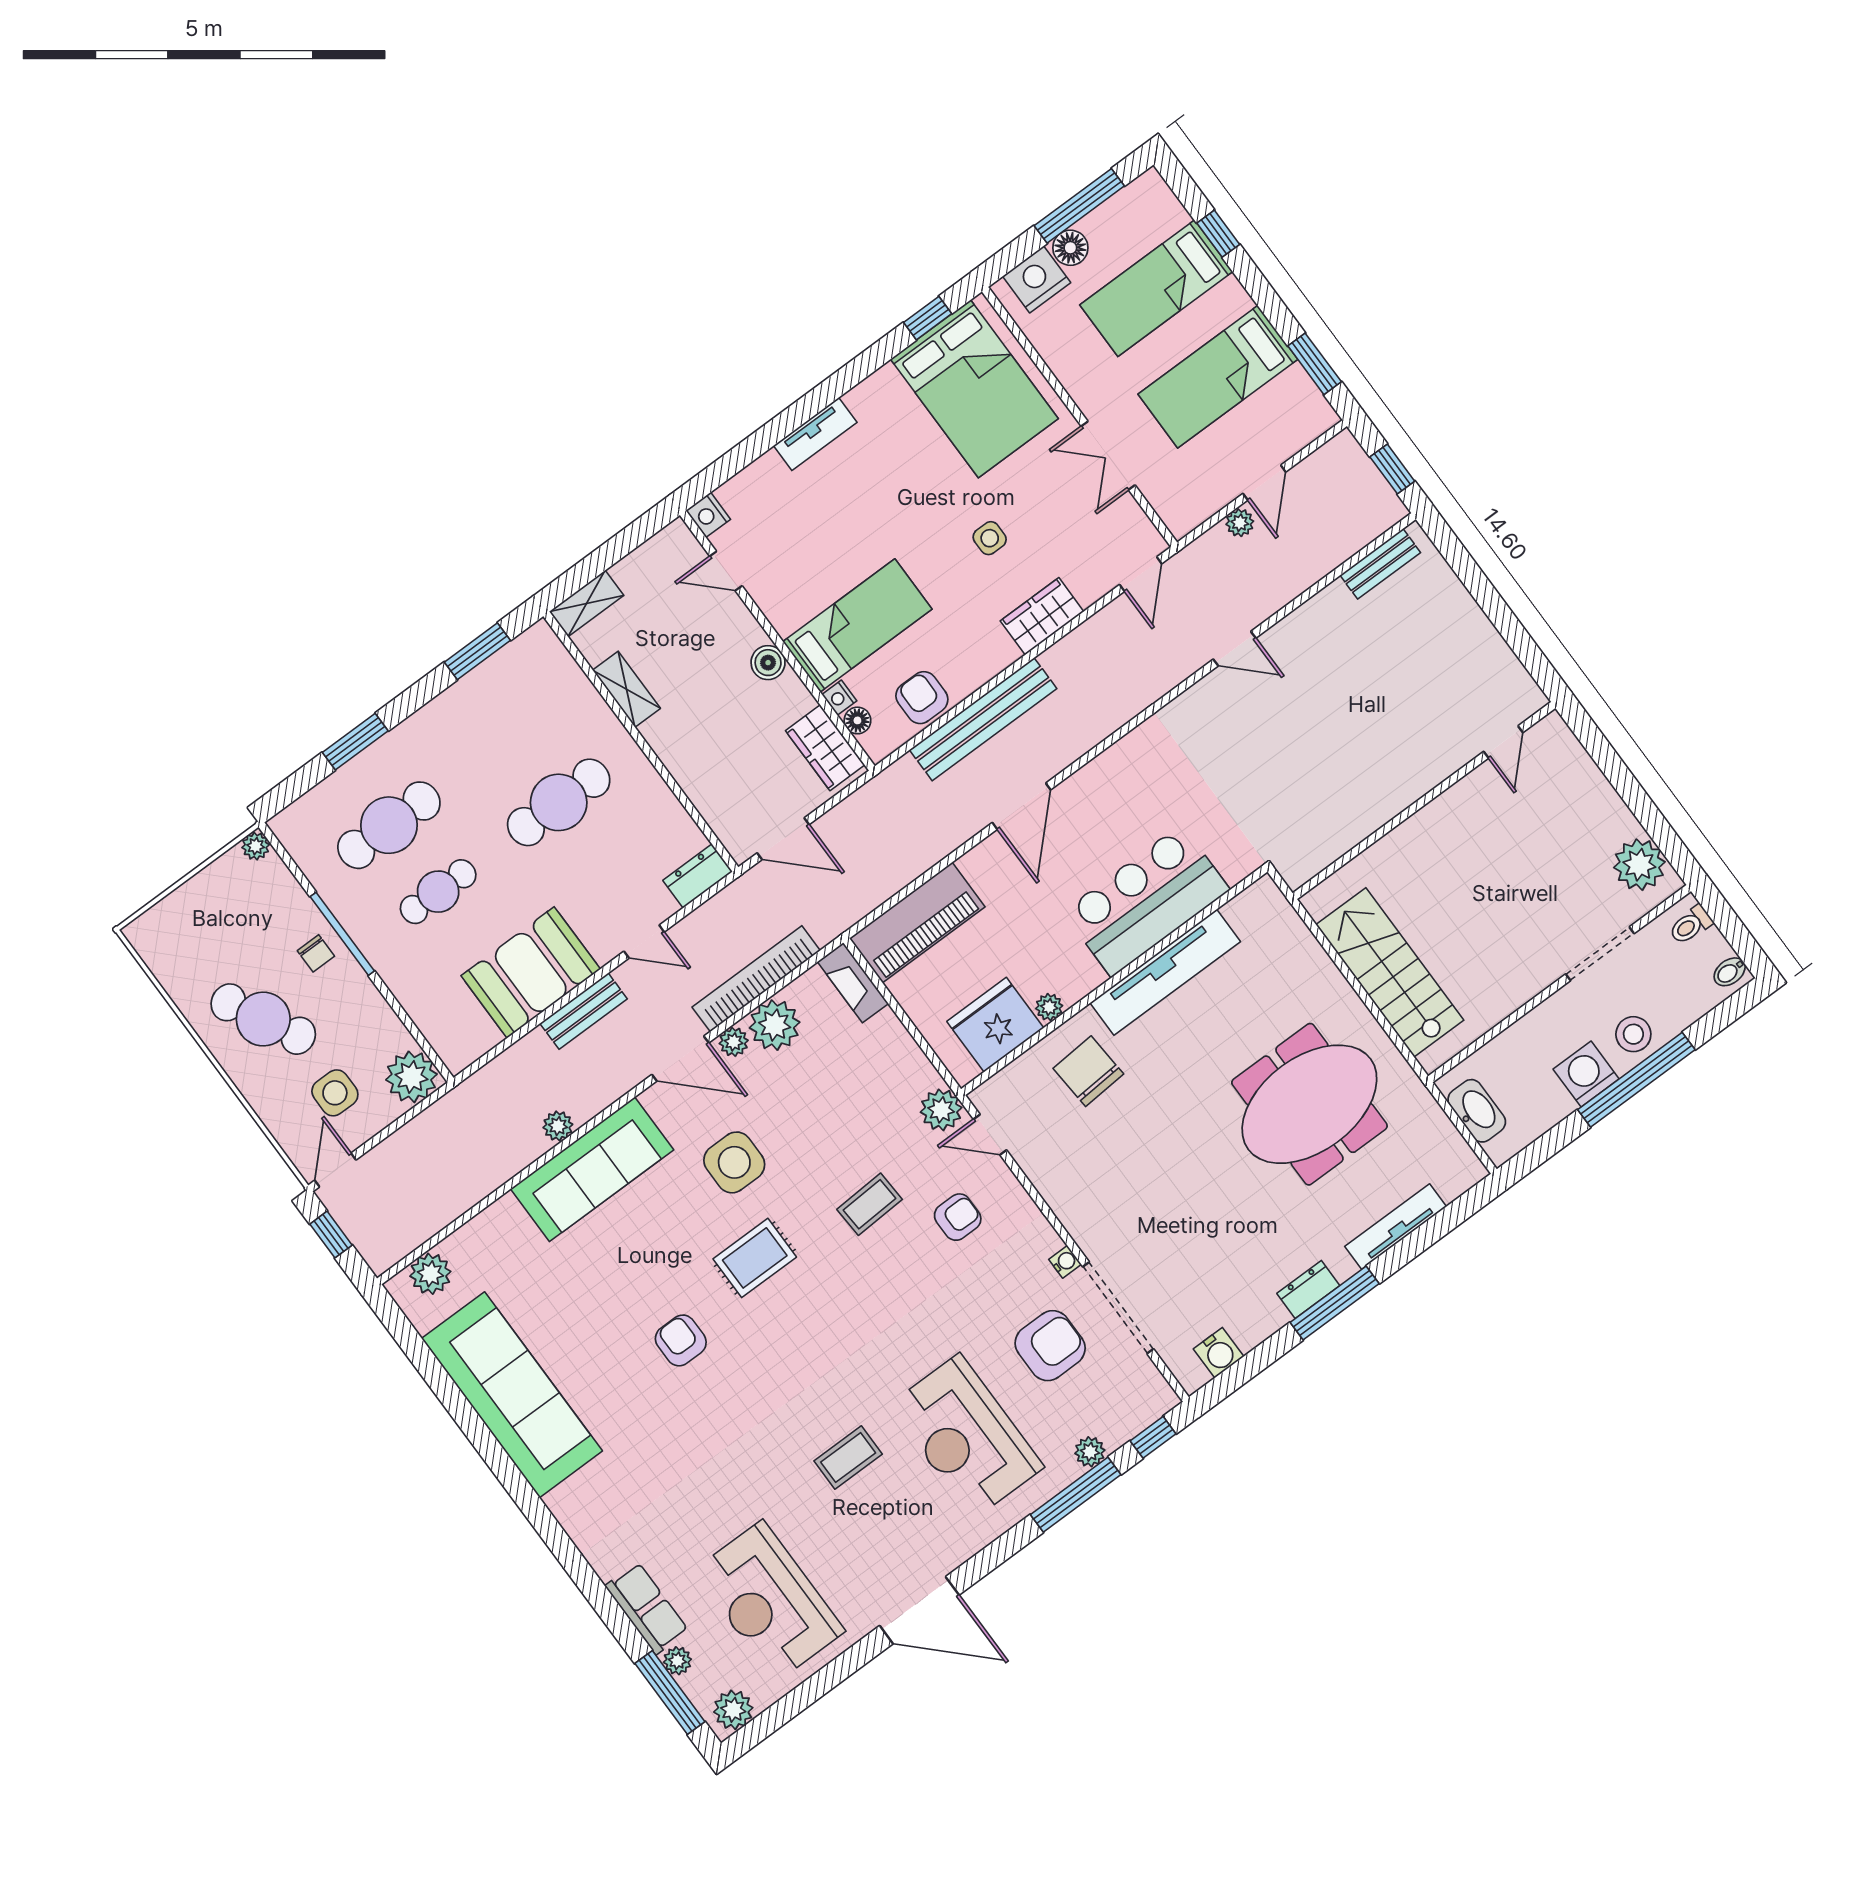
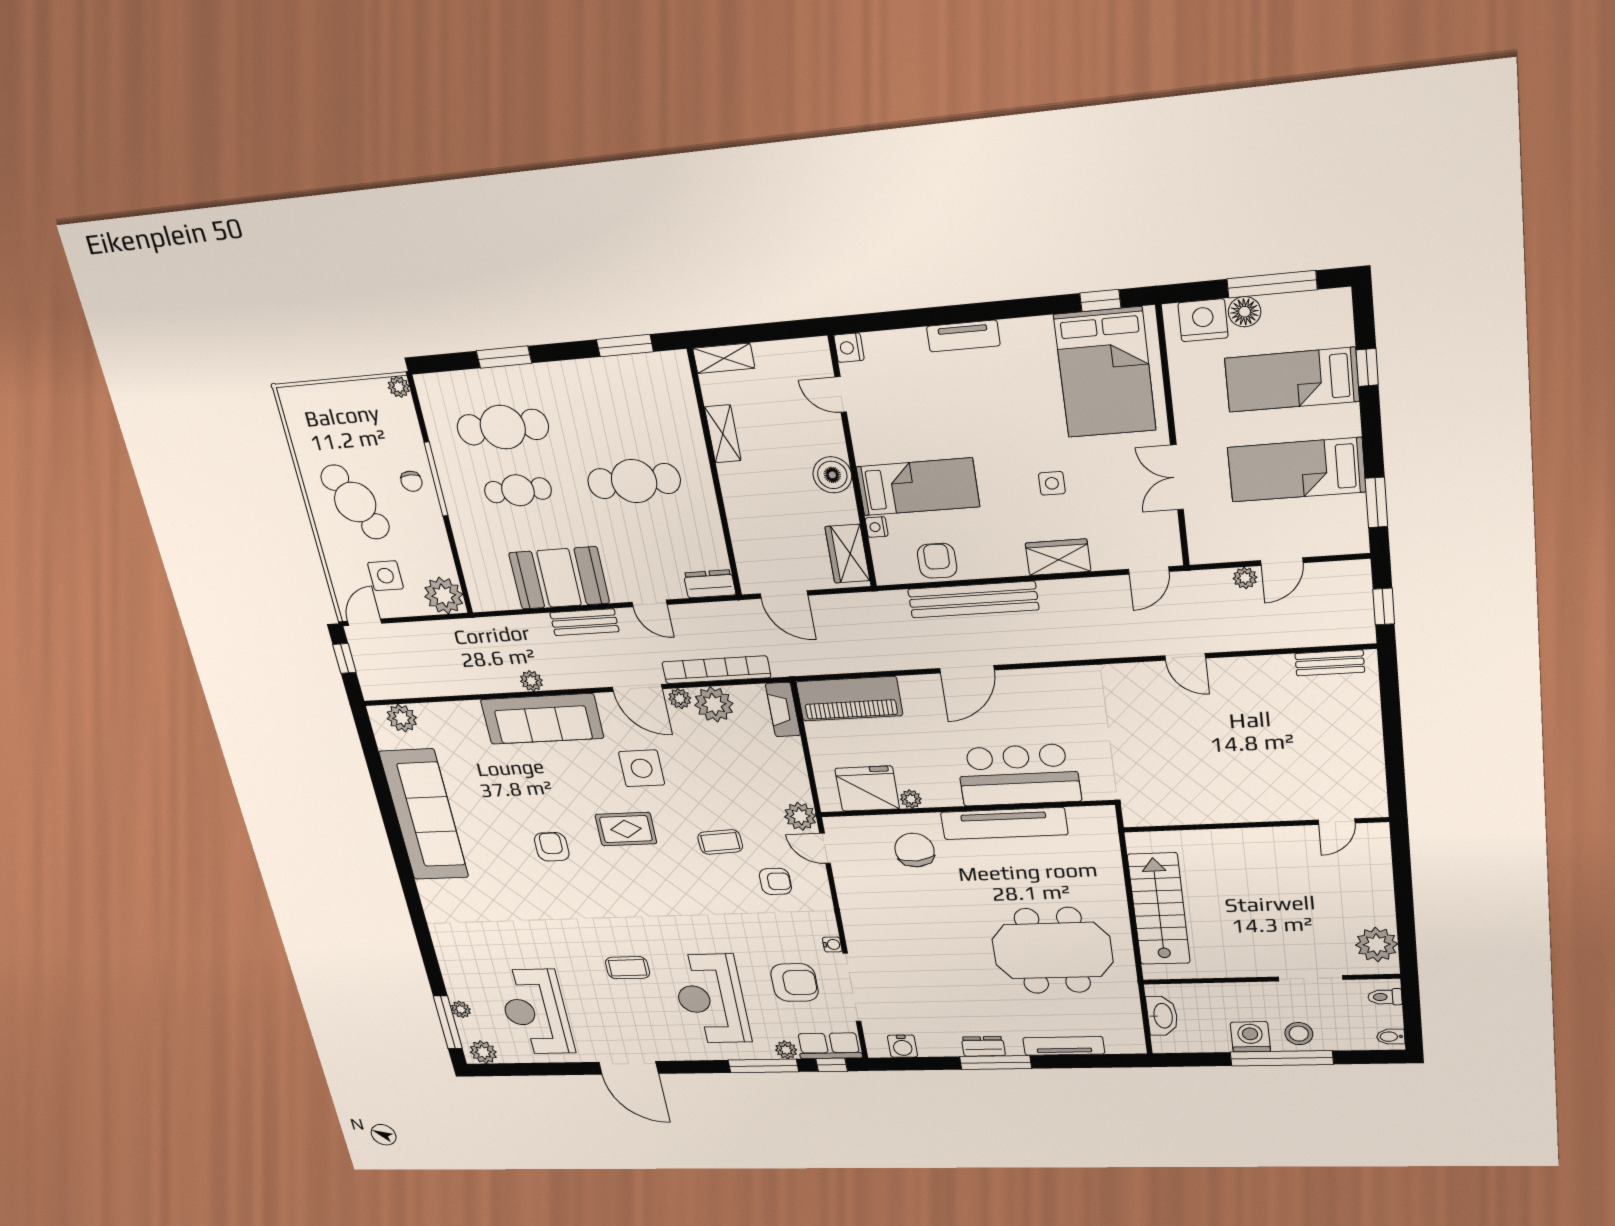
boiler: (768, 663) -> (832, 475), width x1.36, depth x1.36
floor lamp: (857, 720) -> (881, 549), removed
row of seats: (647, 1608) -> (829, 1046), moved, turned -90

